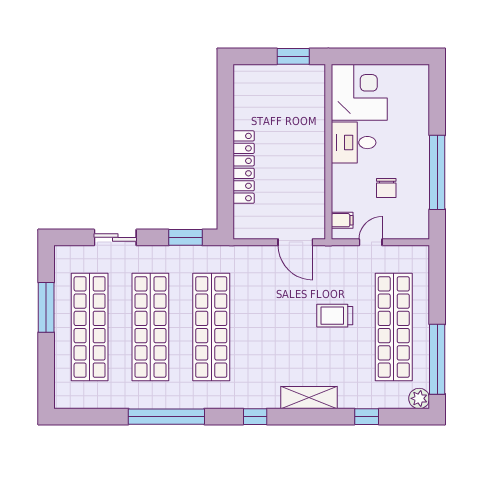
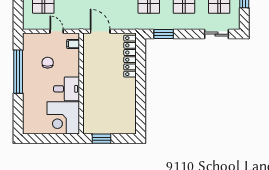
locker: (244, 167) -> (130, 56), moved
sliding door: (115, 237) -> (216, 34), moved
door: (371, 242) -> (57, 31), swing flipped

